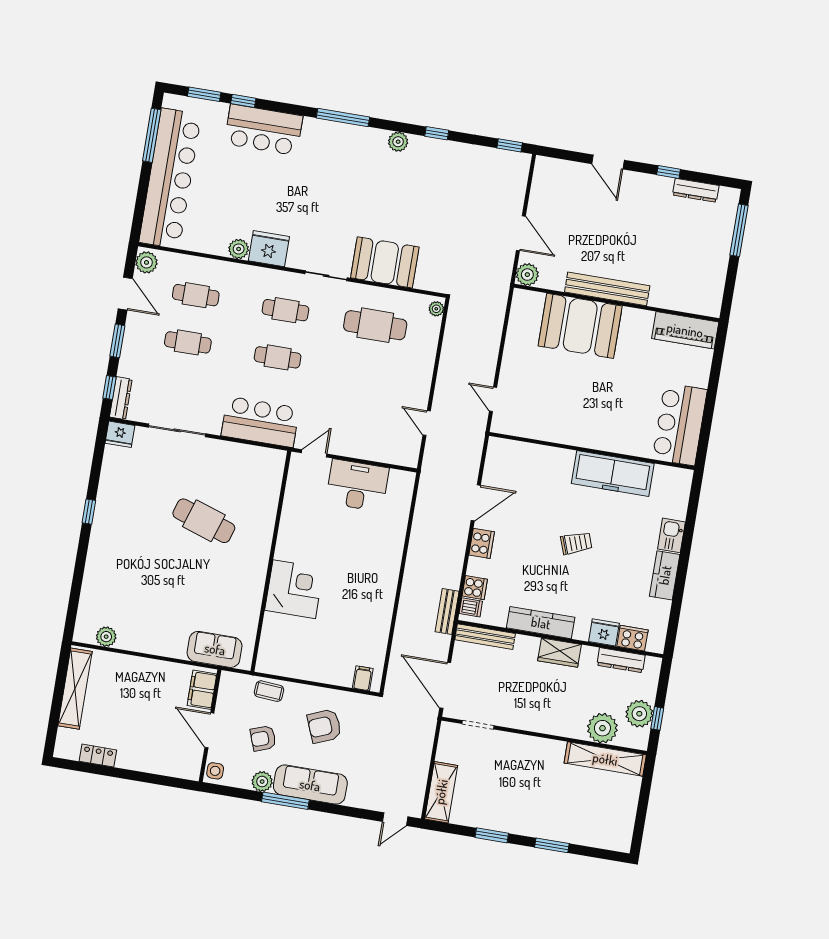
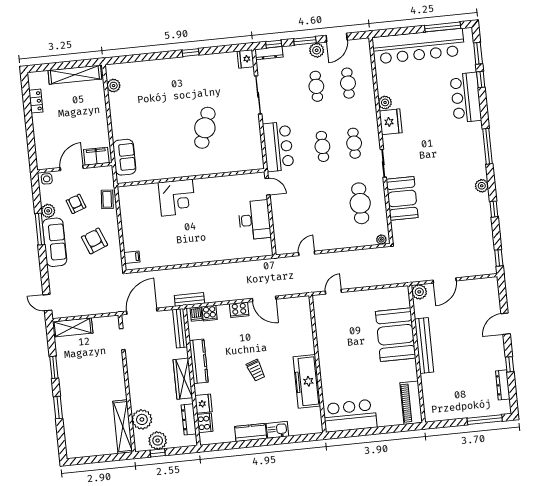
plant: (147, 262) -> (317, 50), moved
wardrobe: (559, 653) -> (183, 379), width x1.50

